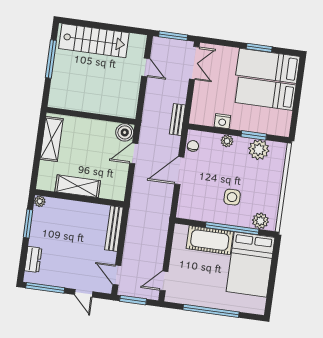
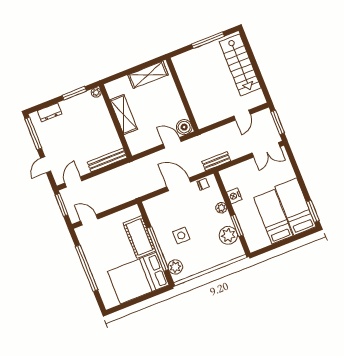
window: (259, 48) -> (313, 211), moved

